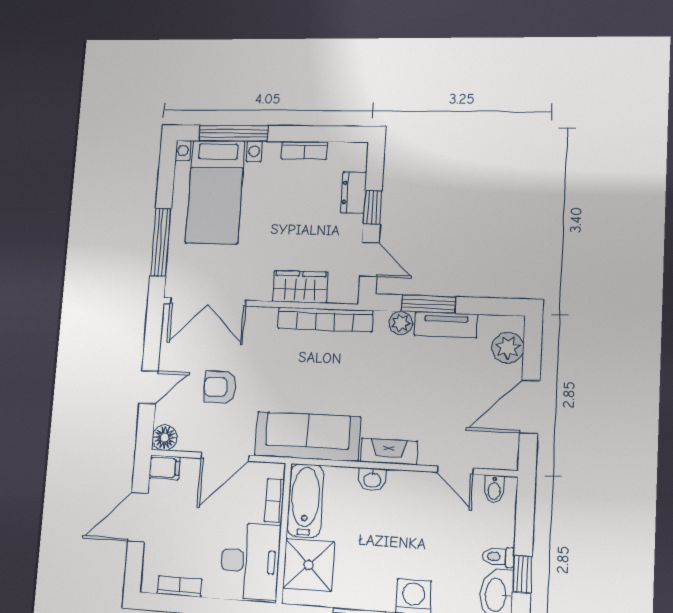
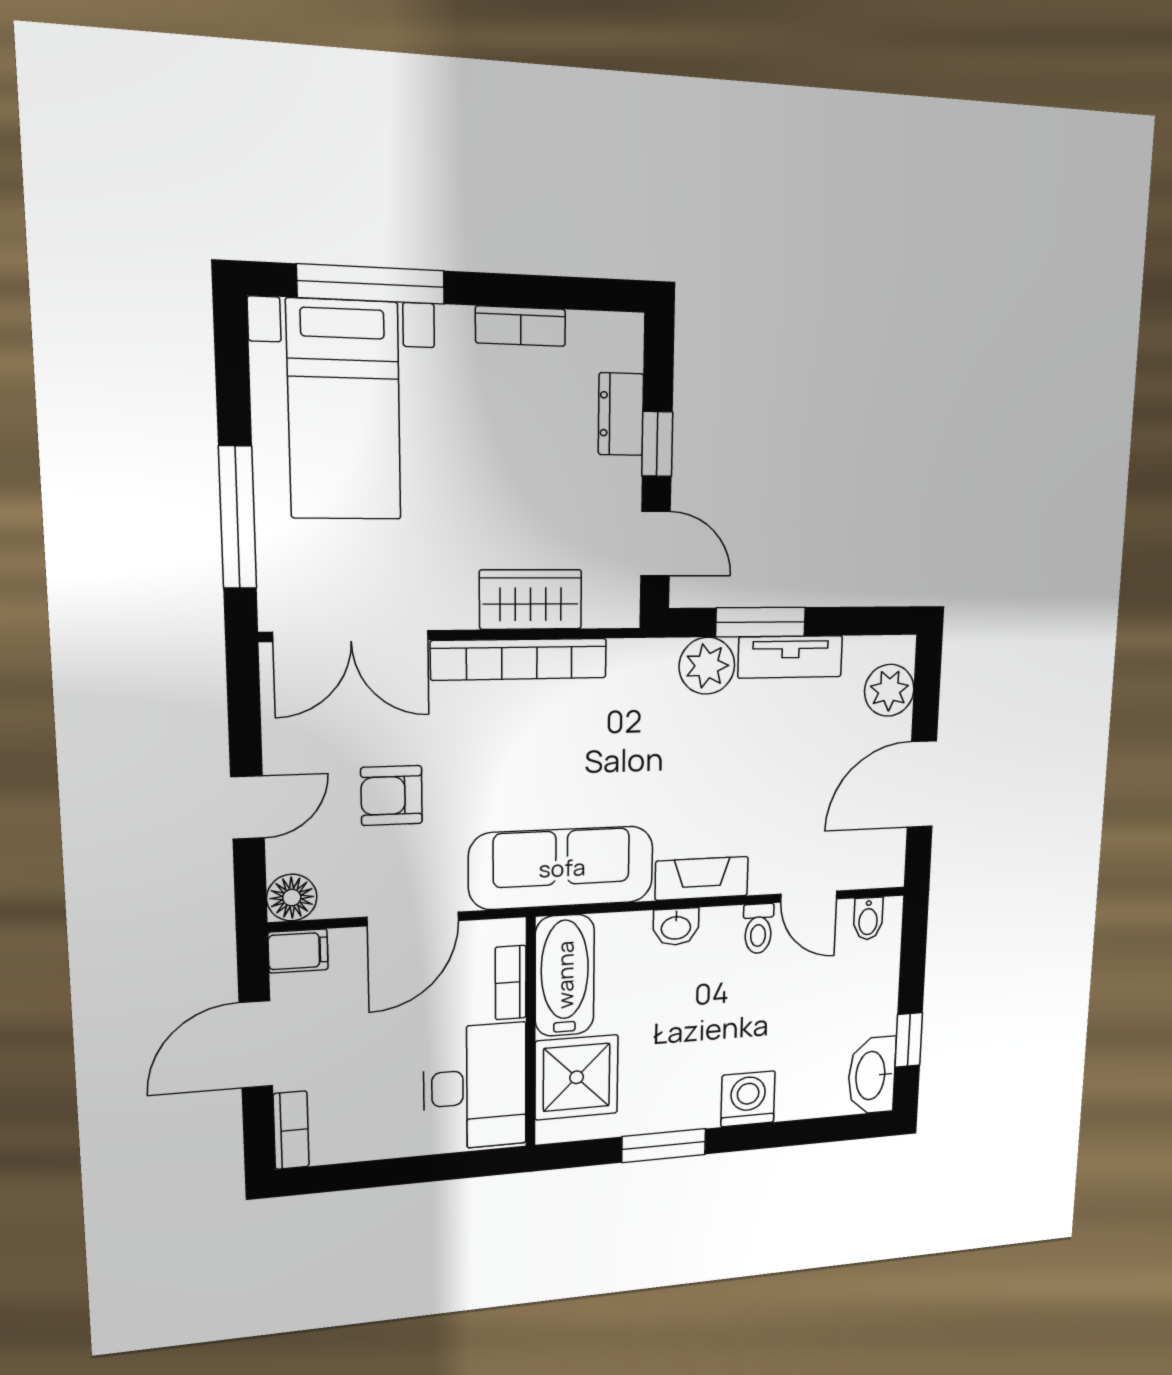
bookcase: (325, 319) -> (519, 659), moved
plant: (401, 323) -> (707, 666), width x1.38, depth x1.38
toilet: (498, 557) -> (758, 929), moved, turned -90
bookcase: (180, 586) -> (291, 1130), moved, turned 90

